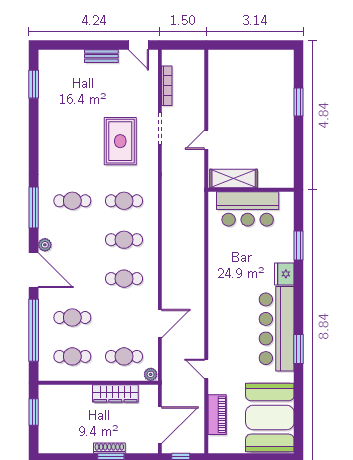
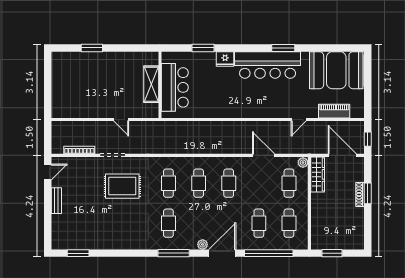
shelving: (234, 179) -> (151, 84), moved
wardrobe: (115, 393) -> (318, 174), moved

